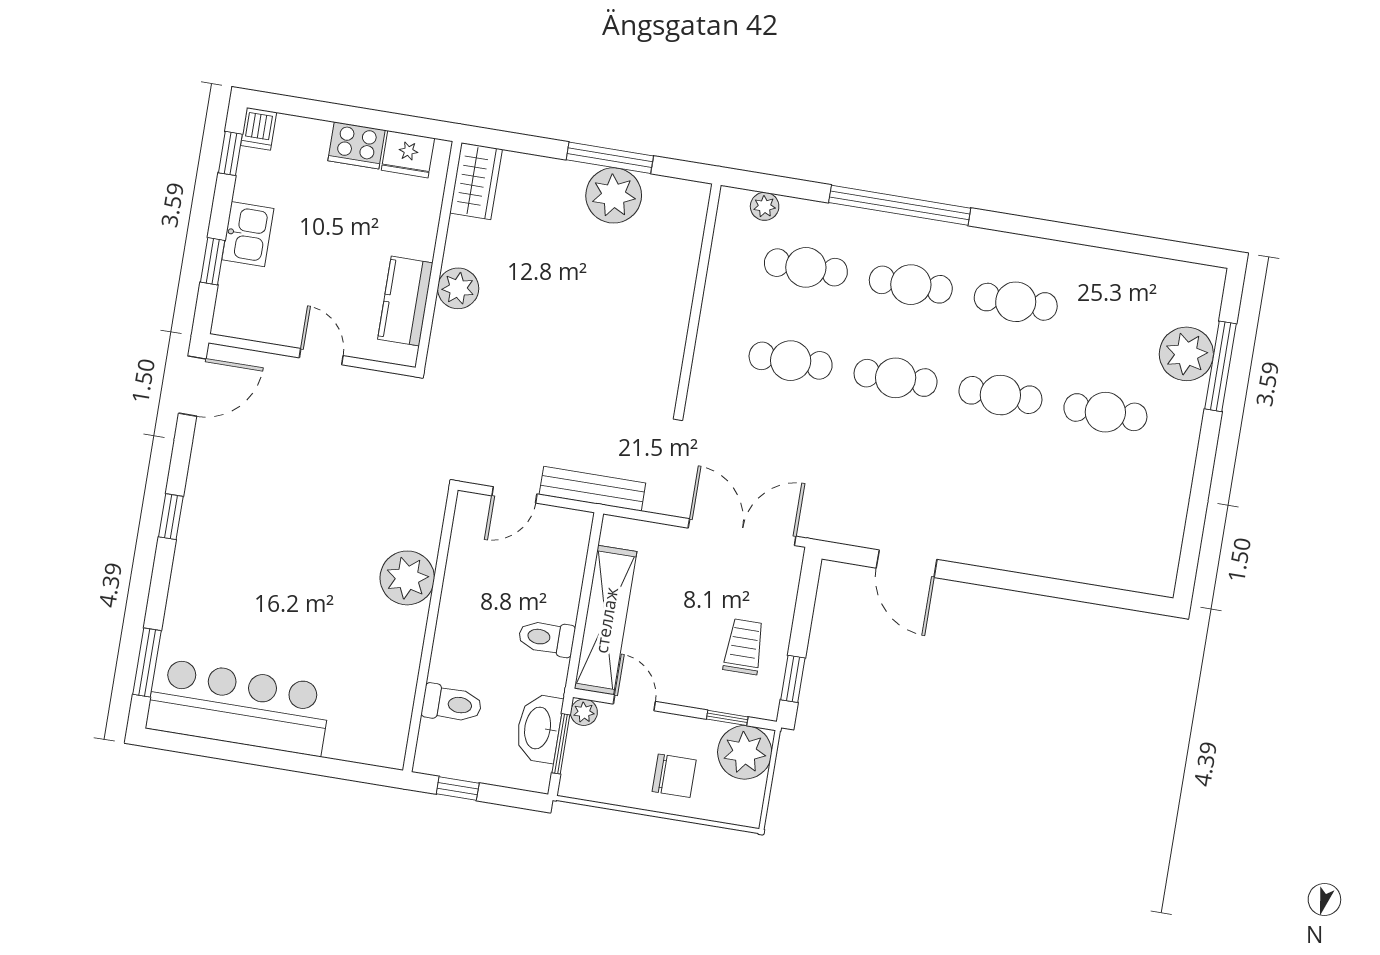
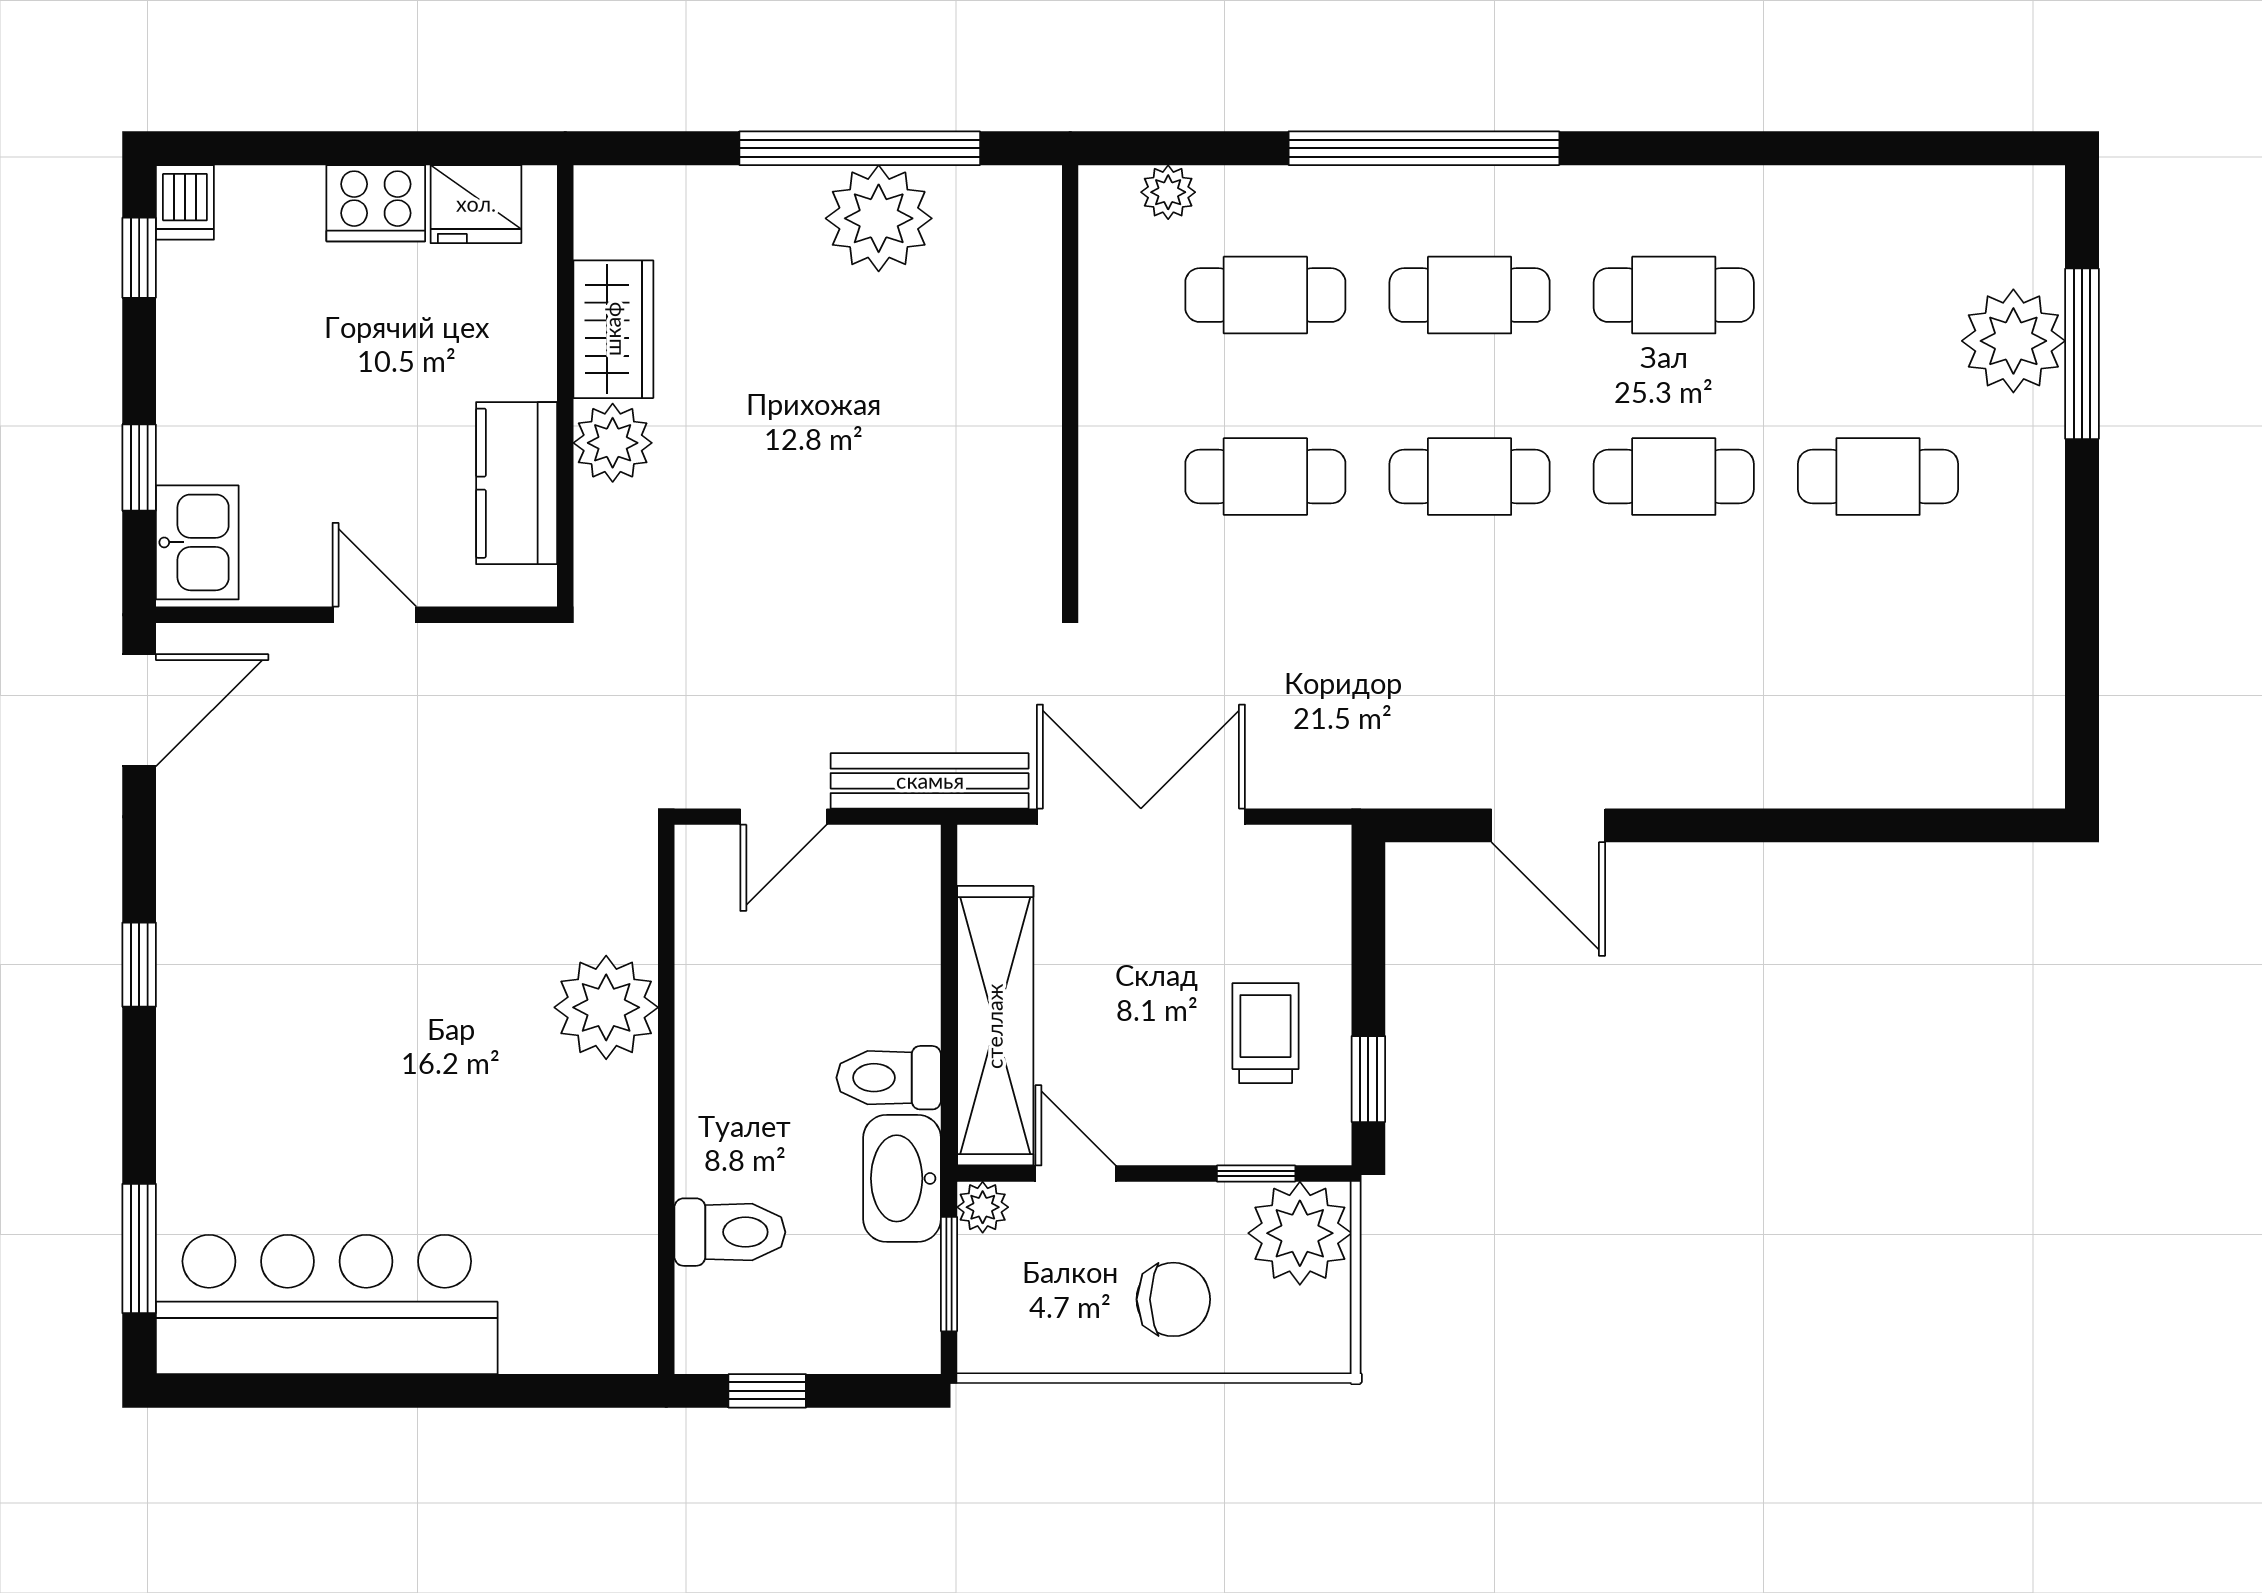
window: (610, 158) -> (860, 148), width x1.46
wardrobe: (476, 181) -> (613, 329), moved
kitchen sink: (248, 234) -> (197, 542), moved
double door: (742, 532) -> (1141, 817), moved
washbasin: (539, 728) -> (902, 1178), moved

